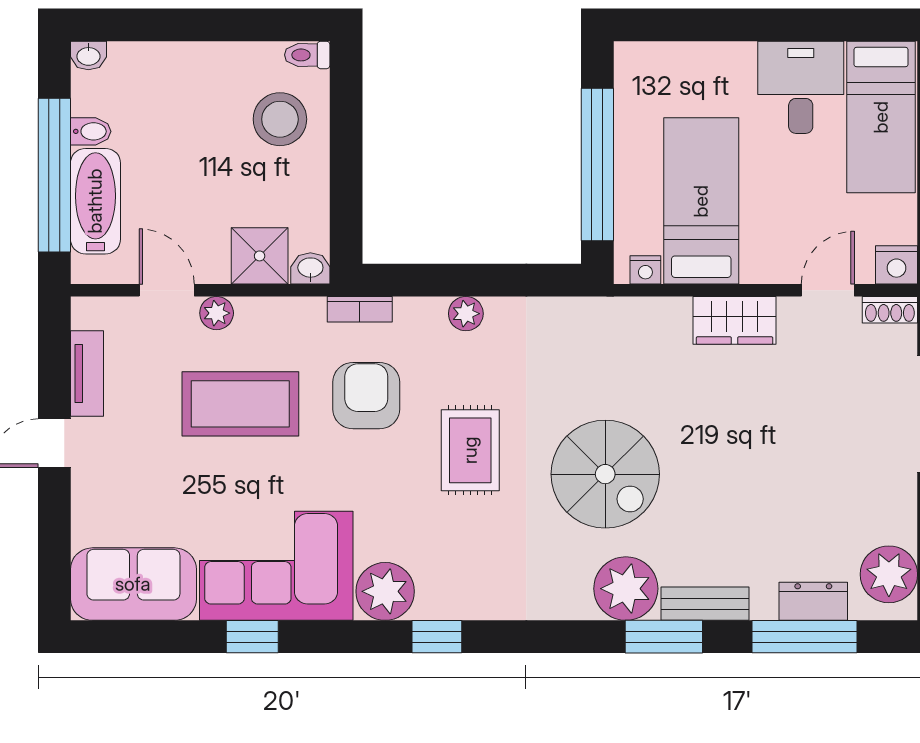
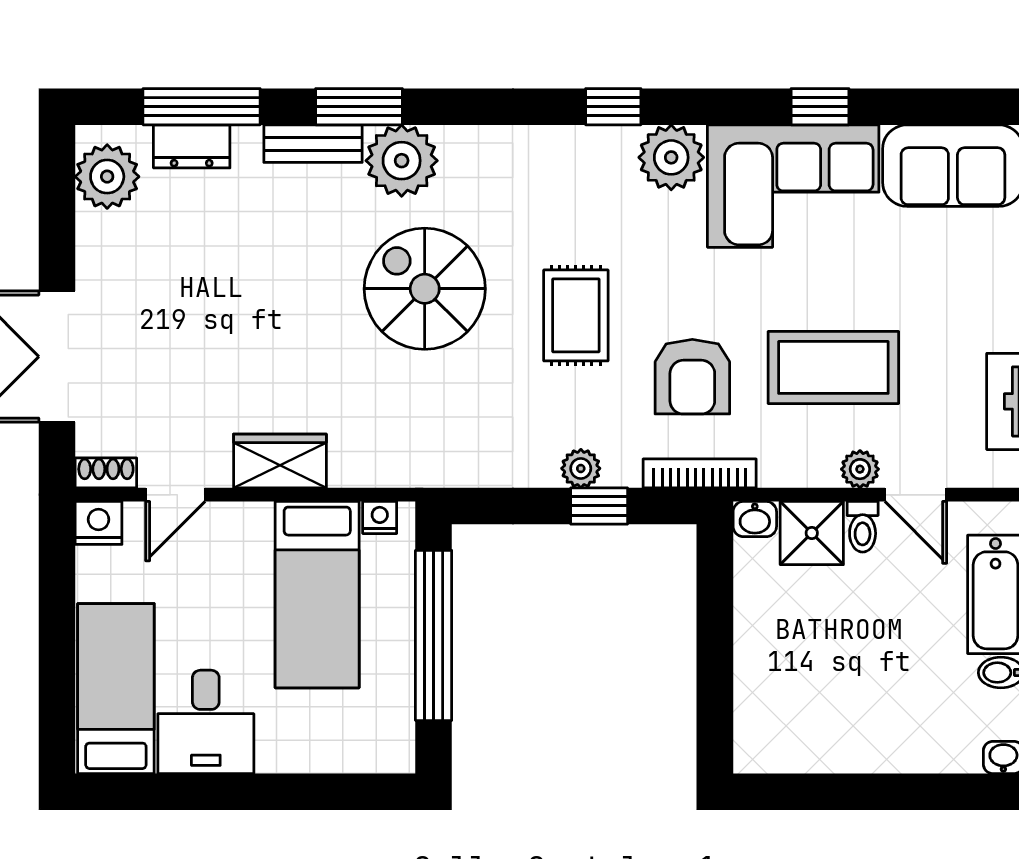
toilet: (307, 55) -> (863, 527), moved, turned 90
stool: (280, 119) -> (789, 686), removed
window: (449, 280) -> (599, 506), added
bookcase: (360, 309) -> (700, 473), width x1.56

